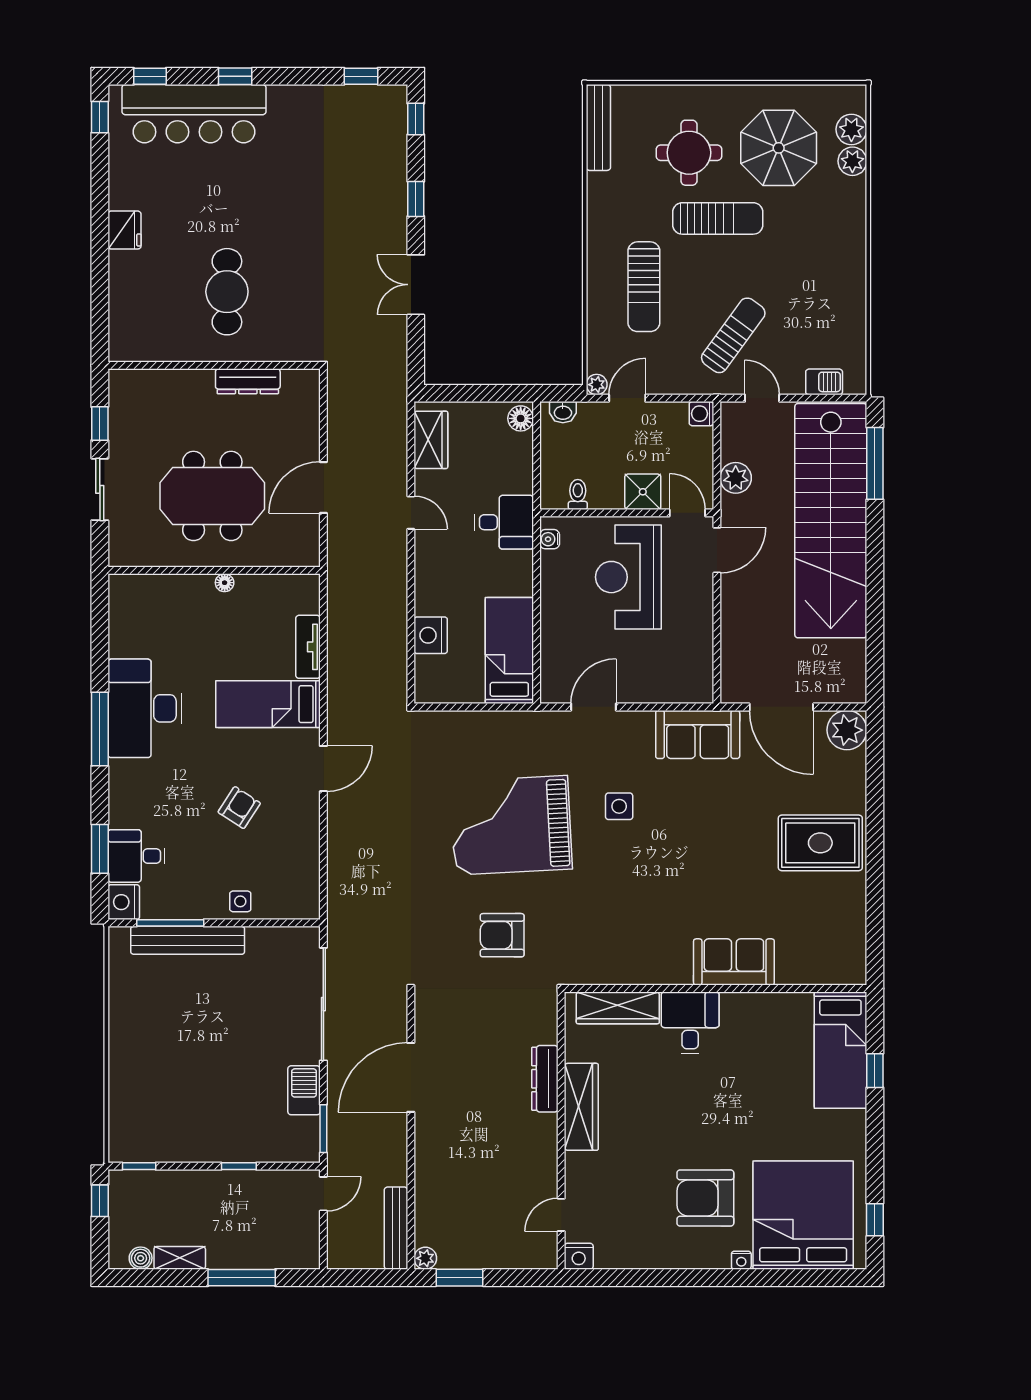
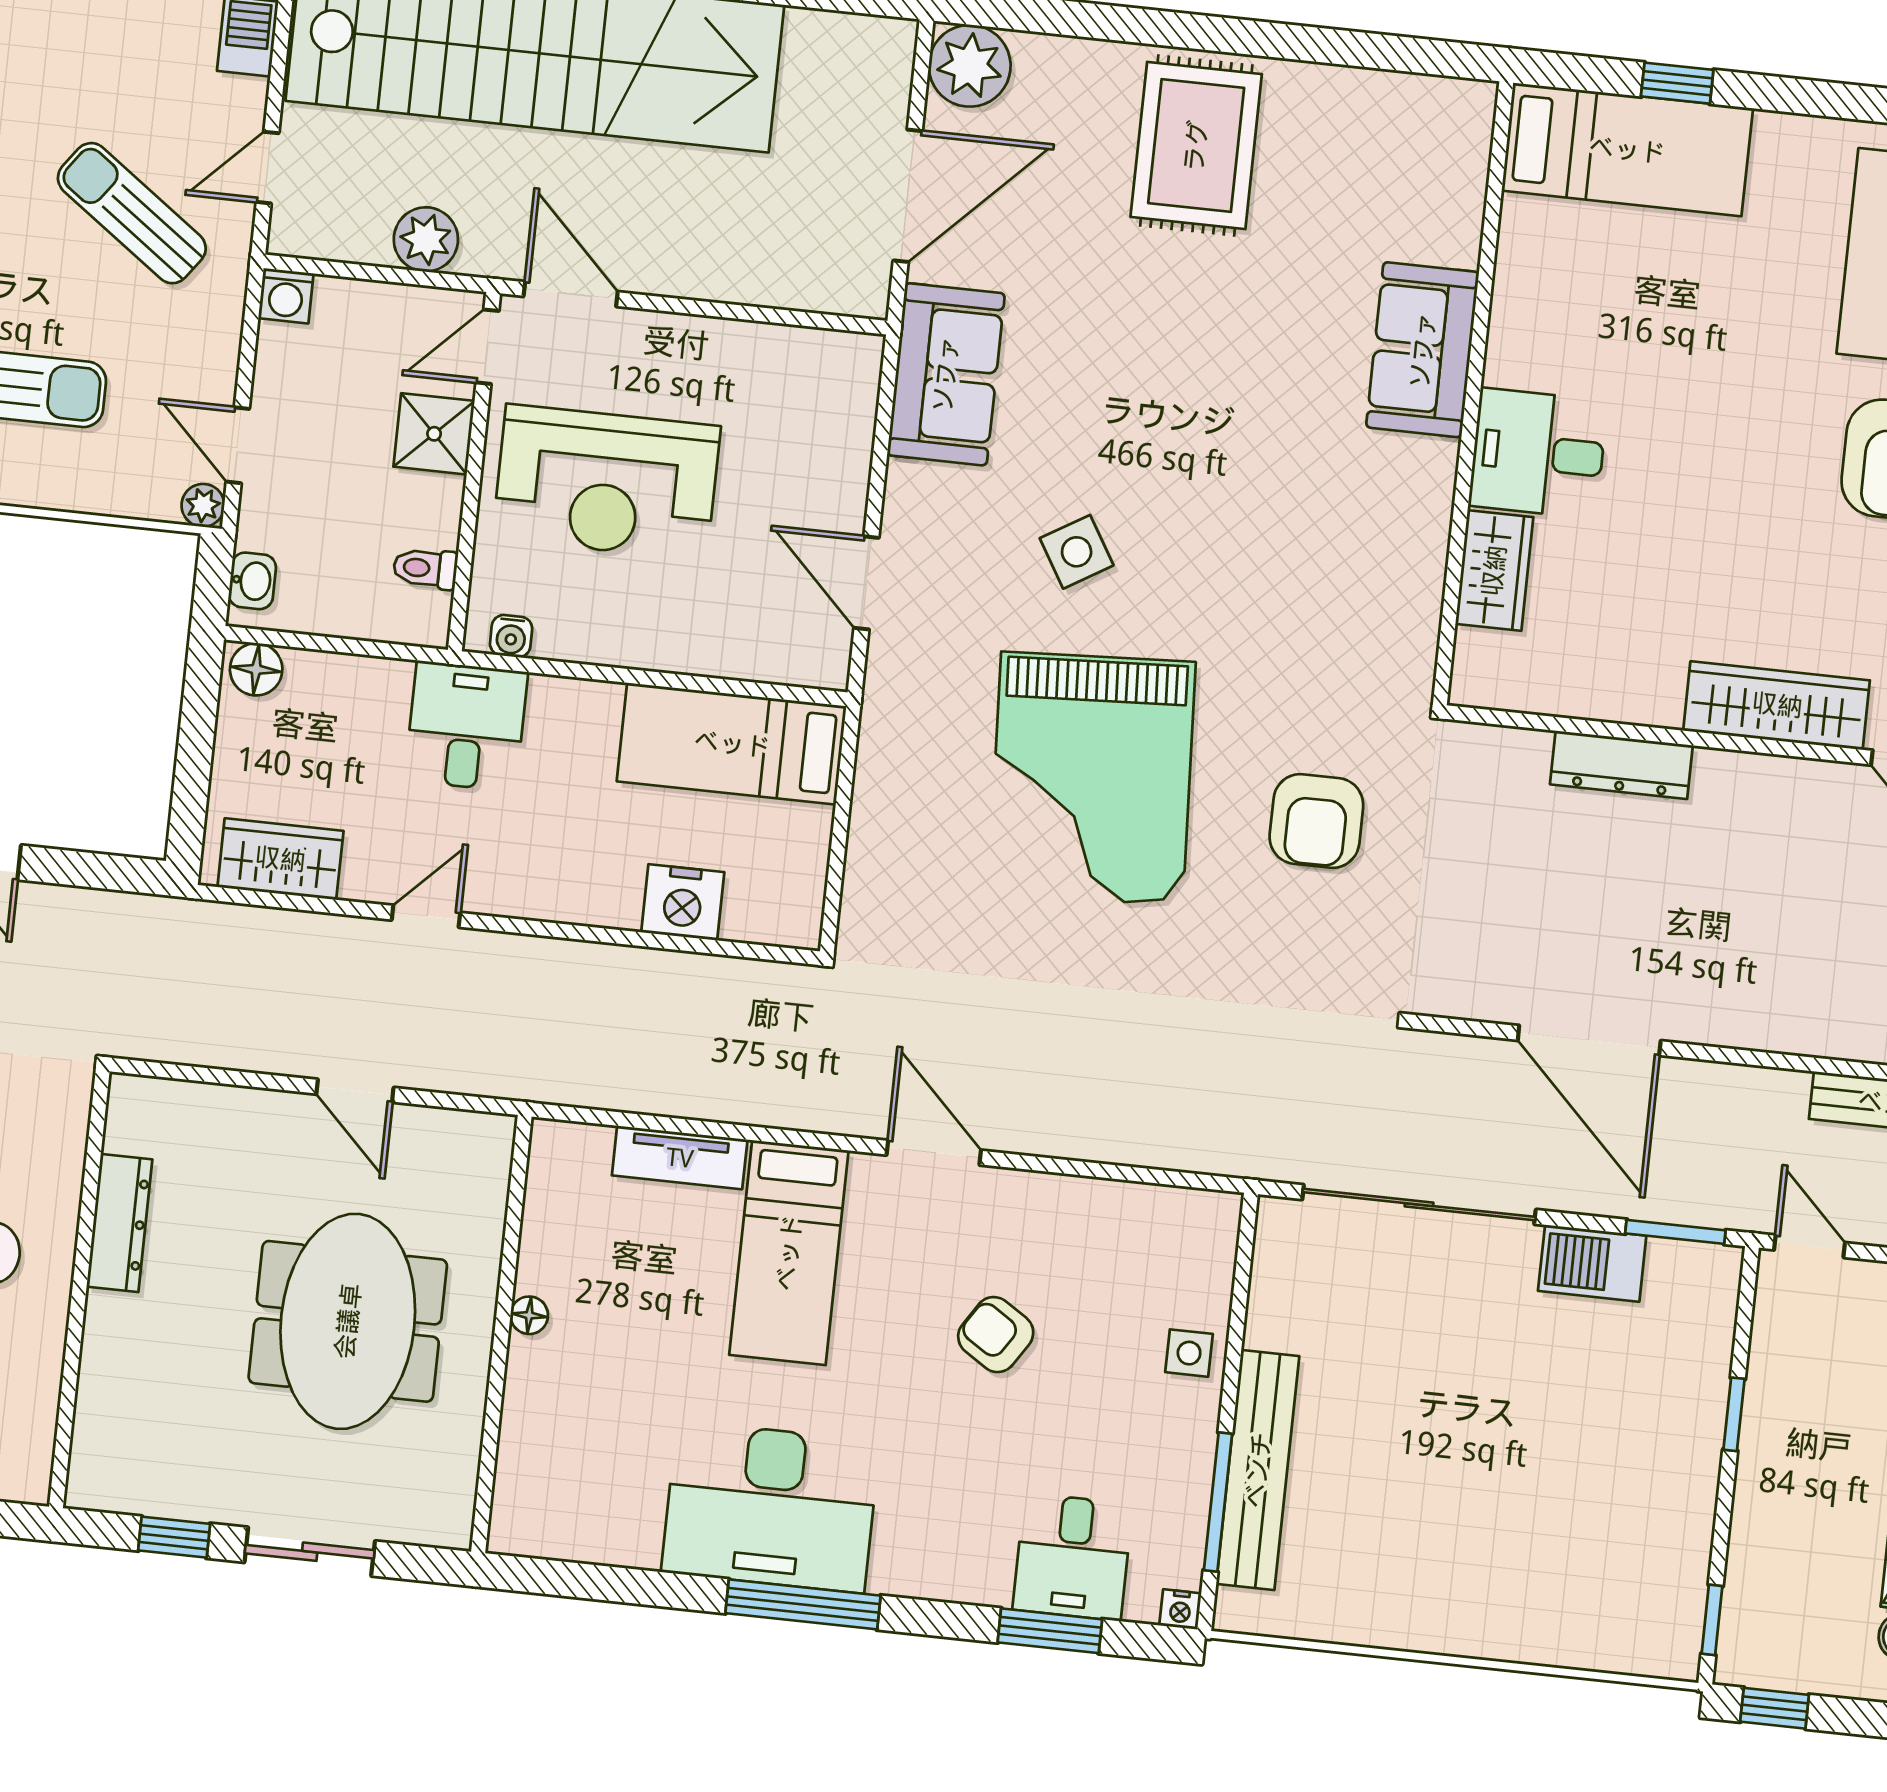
door: (323, 488) -> (355, 1091), width x0.73
side table: (619, 806) -> (1077, 552), turned -31
nightstand: (124, 902) -> (1180, 1609), width x0.53, depth x0.56
wardrobe: (618, 1008) -> (1494, 571), width x0.67
wardrobe: (581, 1107) -> (1777, 705), moved

